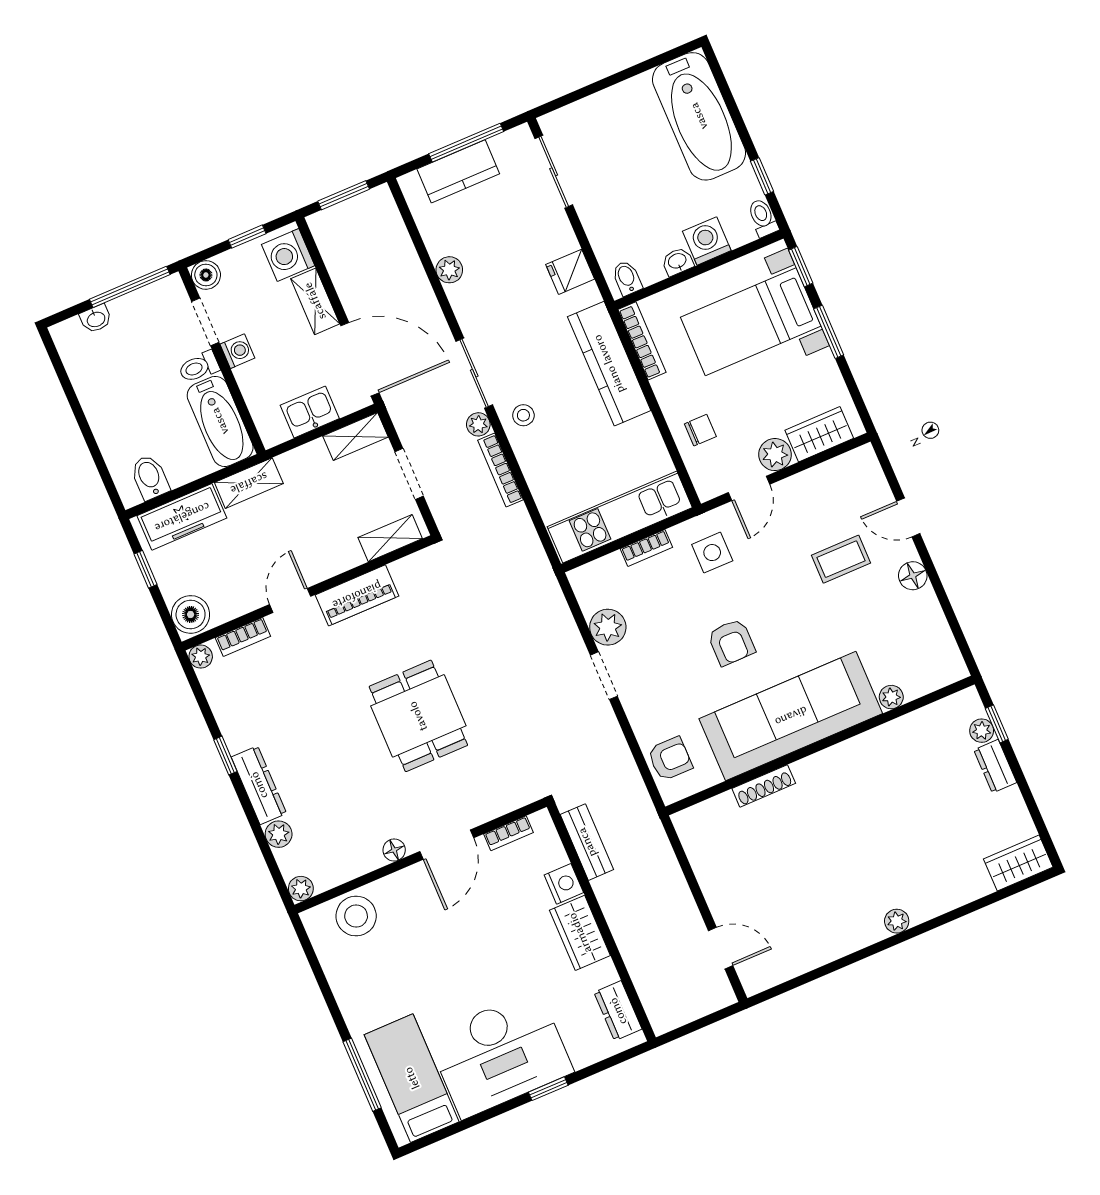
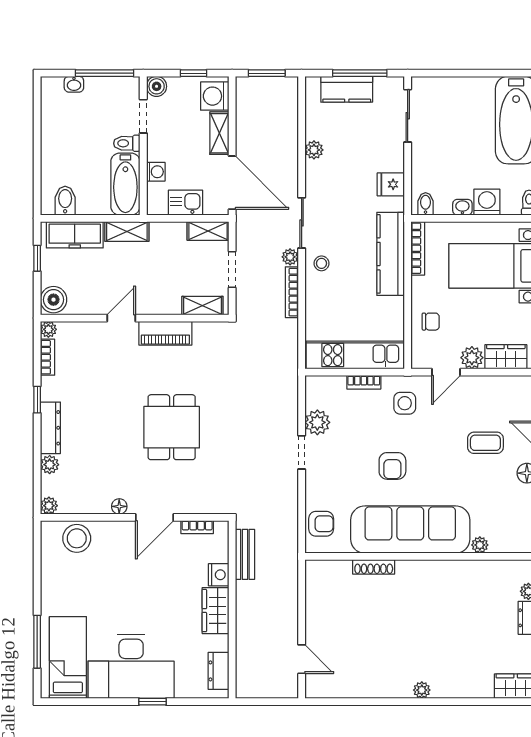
washing machine: (237, 351) -> (156, 172), moved
bookcase: (243, 637) -> (47, 357), moved, turned -90

